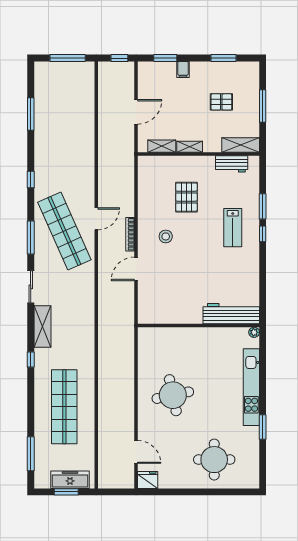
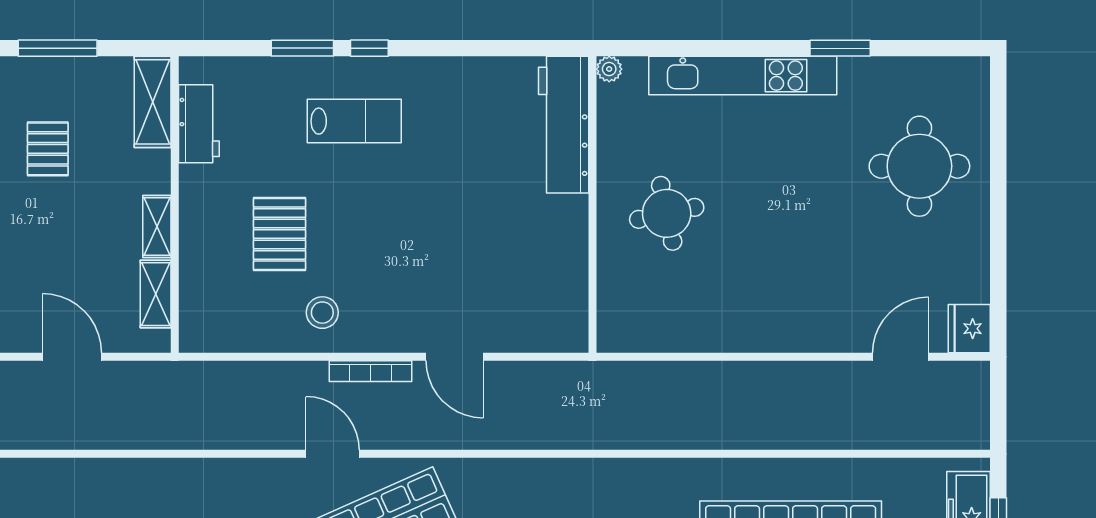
pallet: (186, 197) -> (280, 234), turned 90
stool: (166, 236) -> (322, 313), moved
round table: (173, 395) -> (667, 213), moved, width x0.73, depth x0.73

